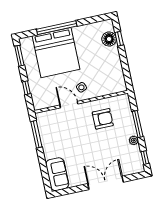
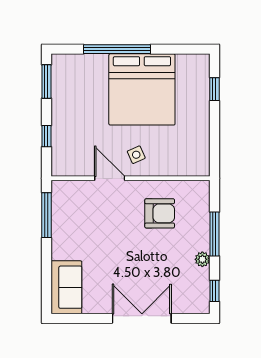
floor lamp: (109, 39) -> (198, 86), removed
bed: (56, 53) -> (142, 89), moved

